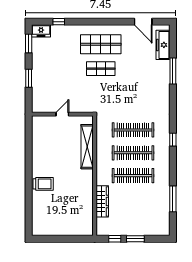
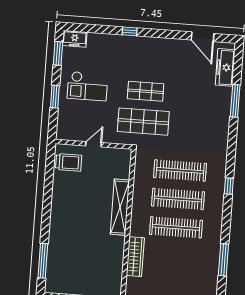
window: (59, 22) -> (130, 31), moved
shop shelf: (101, 44) -> (143, 122), moved
checkout: (54, 68) -> (87, 86), added
shelving: (87, 147) -> (120, 207), moved
trolley: (43, 184) -> (69, 162), moved
window: (29, 210) -> (43, 261), added

